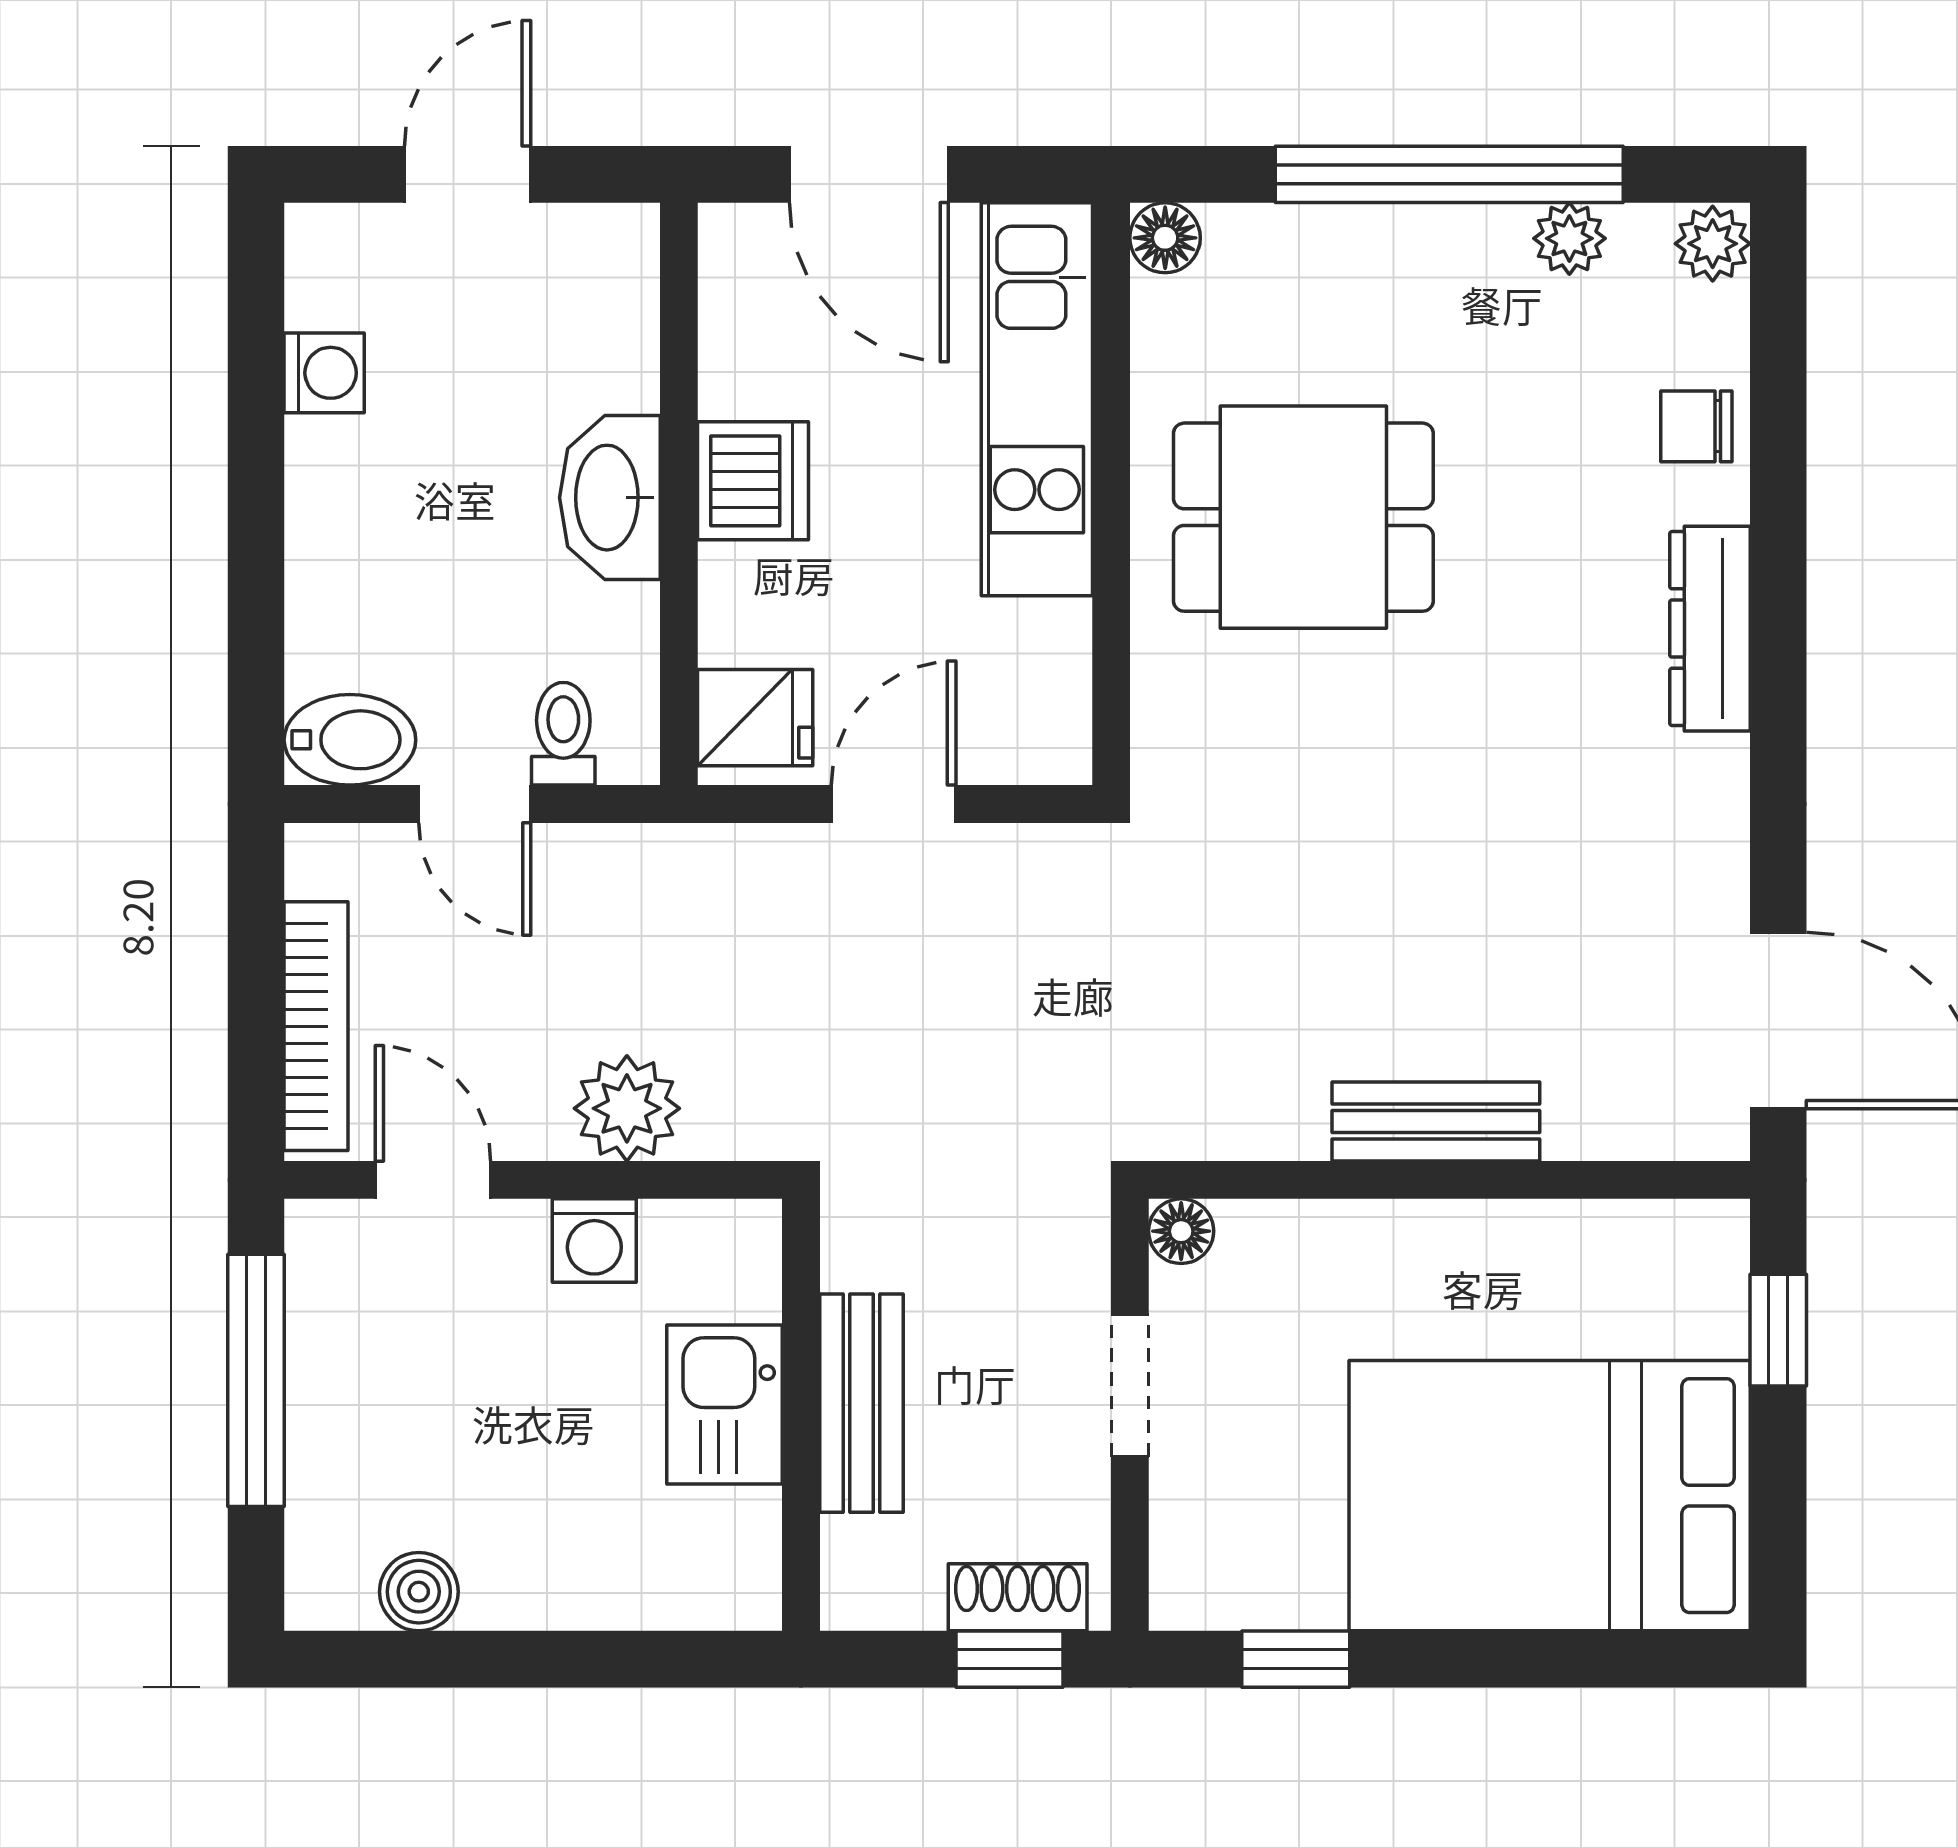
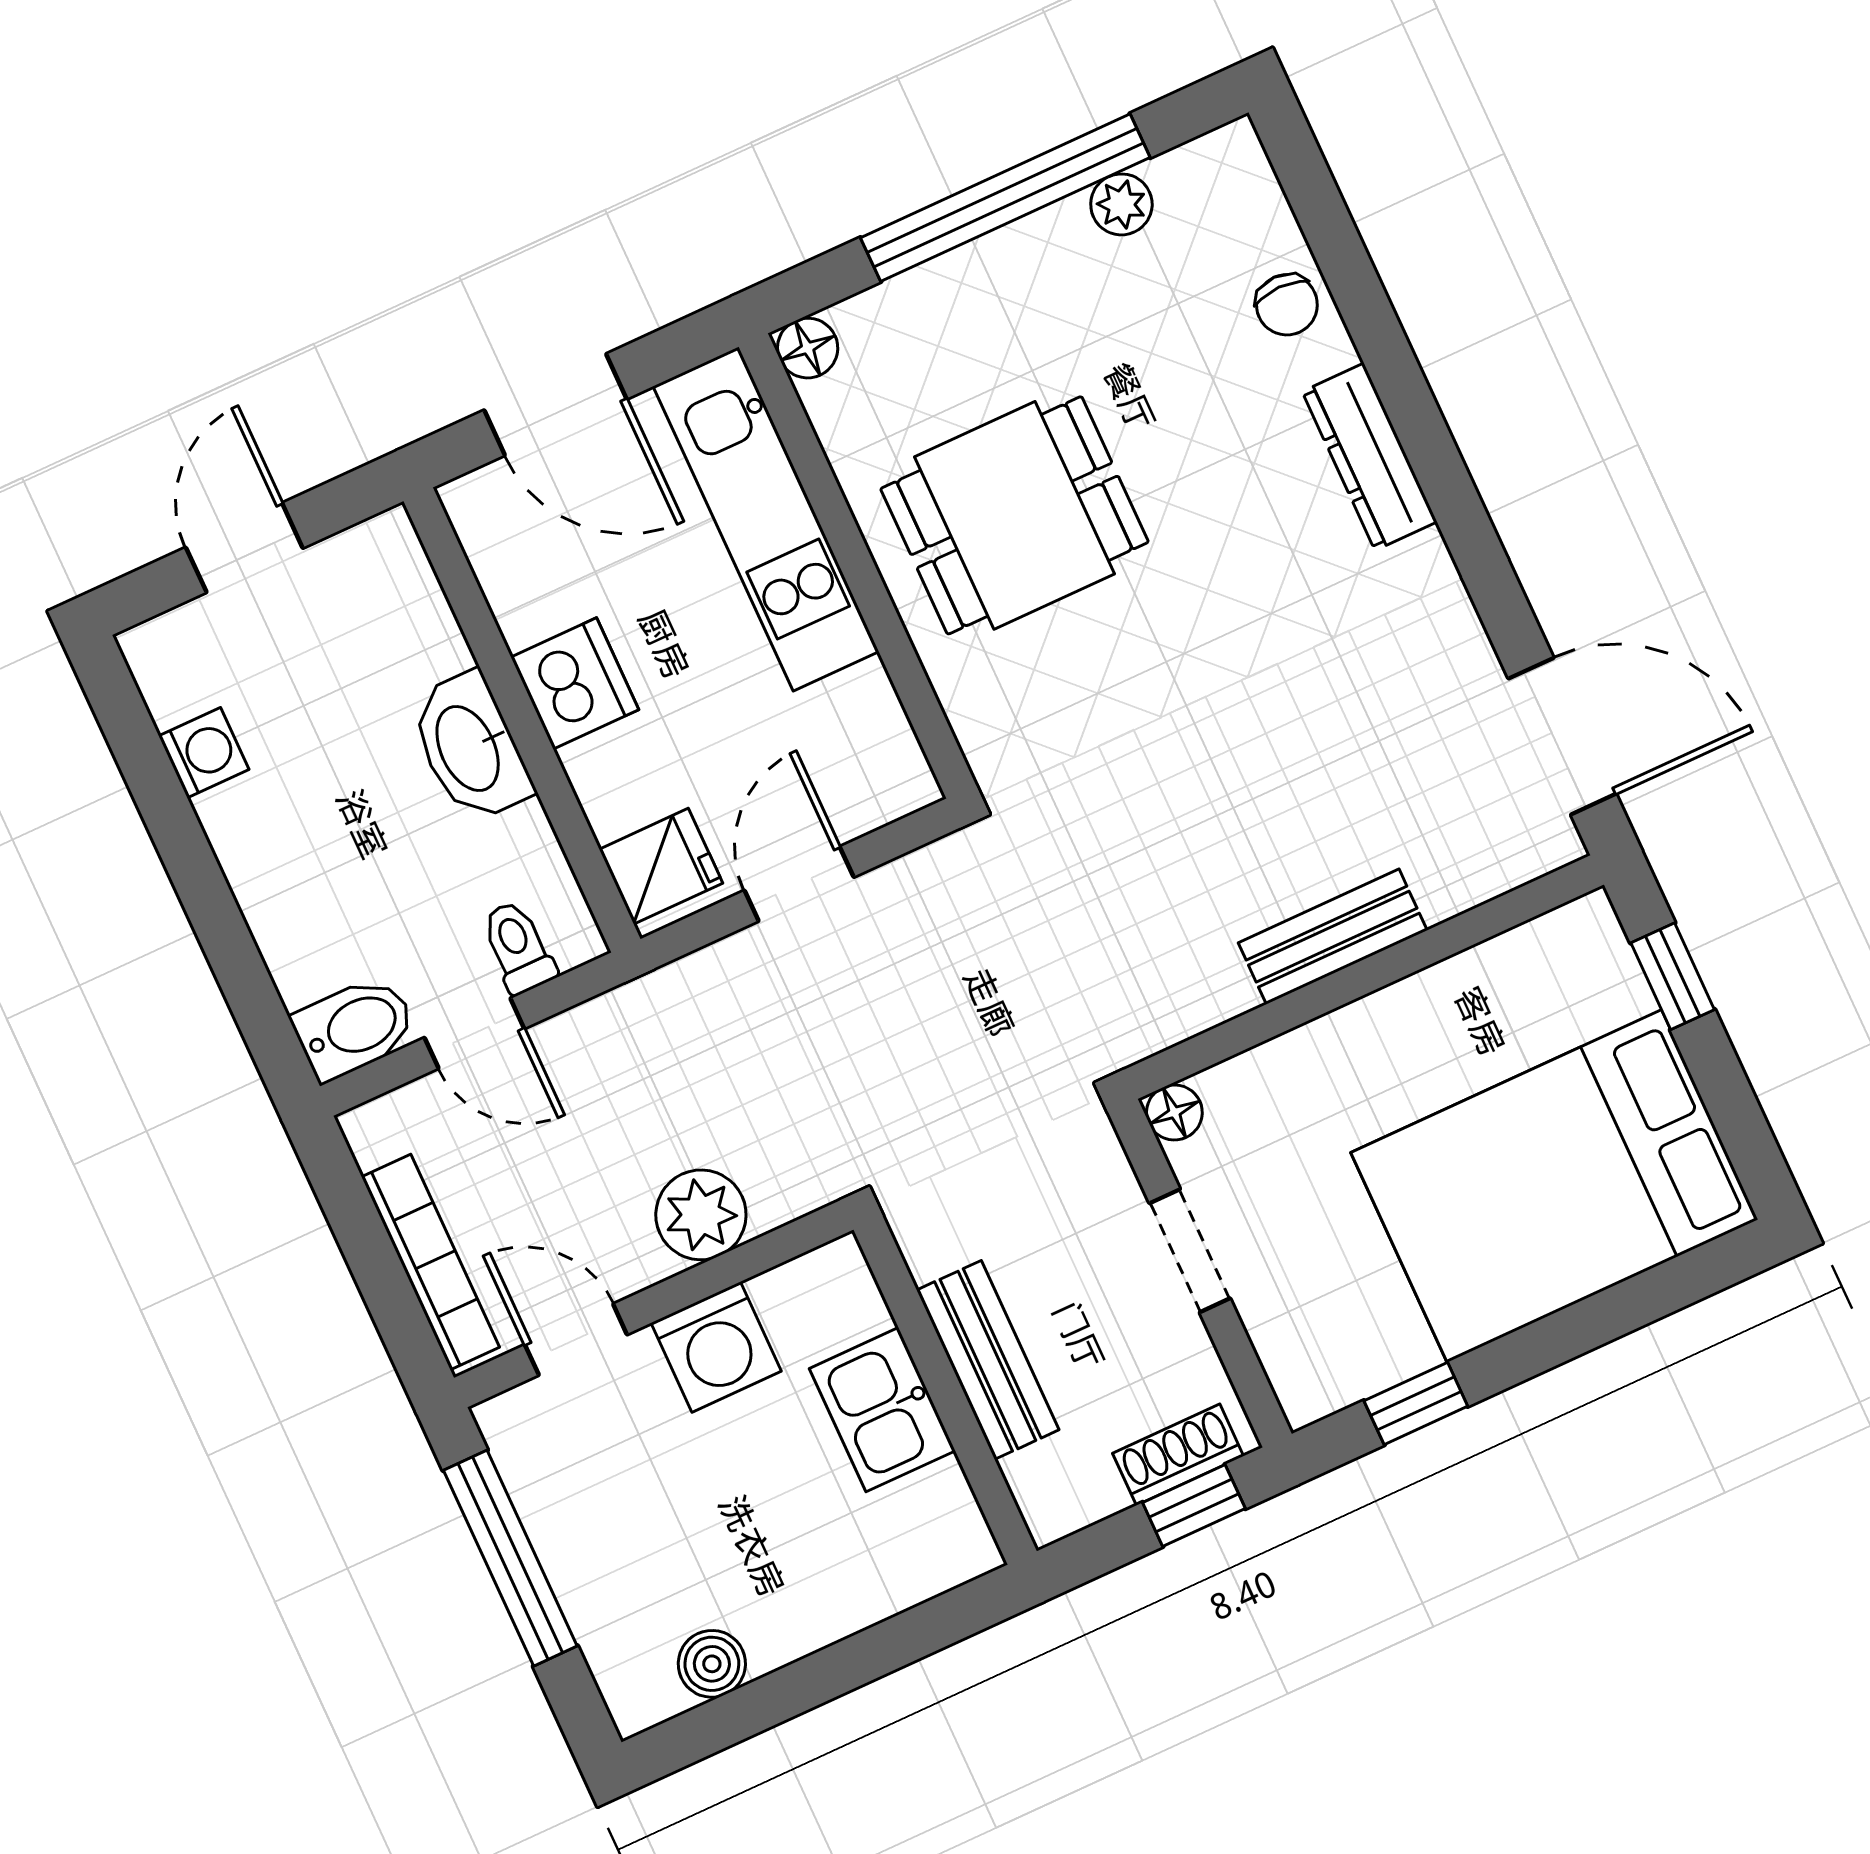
plant: (1713, 244) -> (1234, 157), removed
chair: (1696, 426) -> (1287, 305), turned -90
washing machine: (594, 1241) -> (716, 1347), width x1.38, depth x1.38

